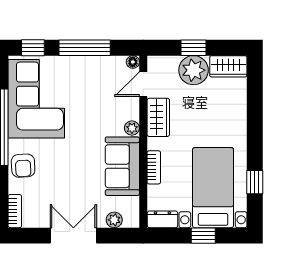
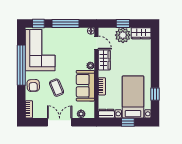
door: (143, 84) -> (96, 43), swing flipped
coffee table: (67, 170) -> (57, 88), added

